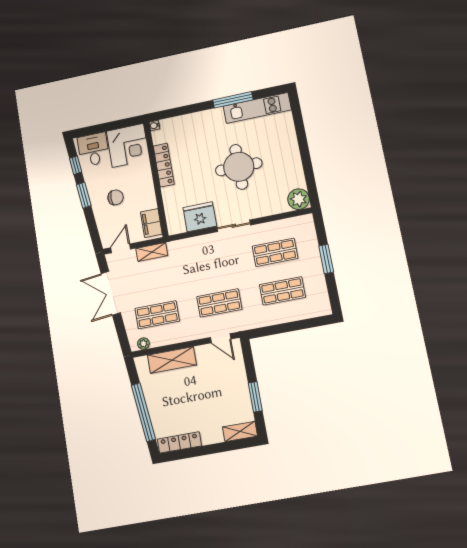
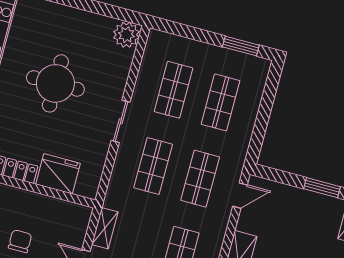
fridge: (200, 217) -> (58, 174), moved, turned 90
filing cabinet: (151, 223) -> (71, 213), removed
window: (326, 259) -> (241, 46), moved
shop shelf: (212, 265) -> (153, 166), added

